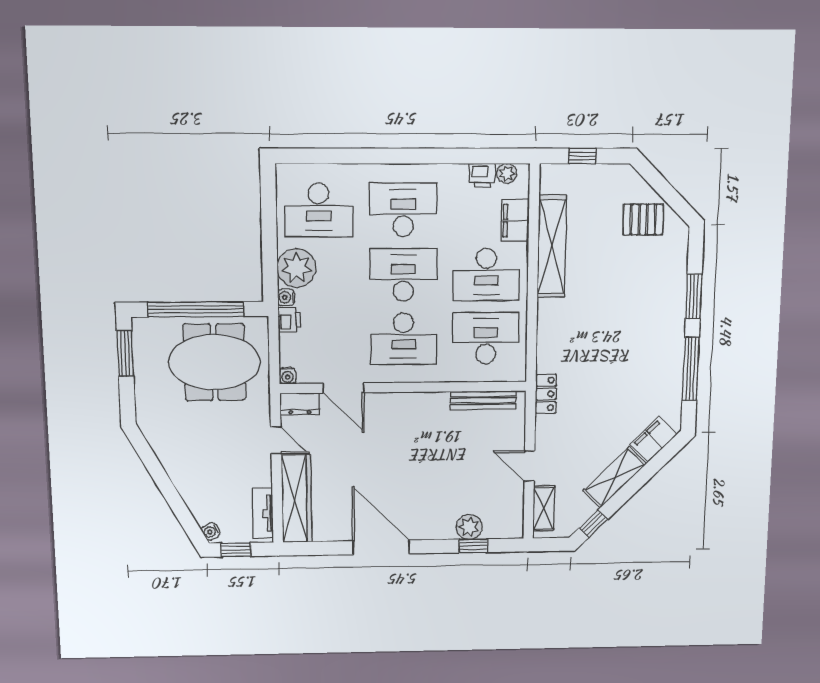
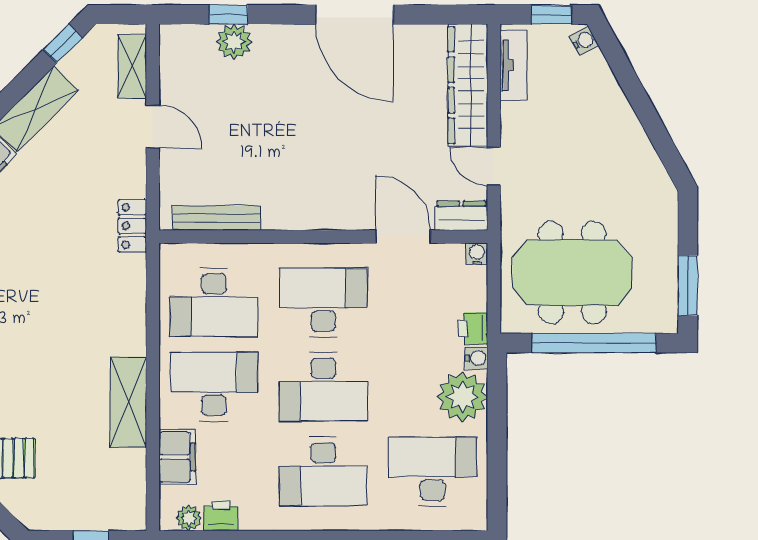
shelving: (552, 246) -> (128, 402), width x0.68

